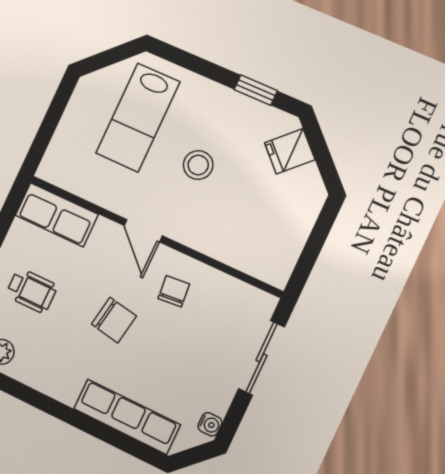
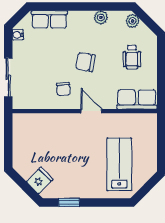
stool: (198, 165) -> (80, 154), removed
wheelchair: (32, 291) -> (132, 57), turned -90
plant: (52, 384) -> (101, 17), added
row of seats: (127, 417) -> (49, 19), width x0.68

